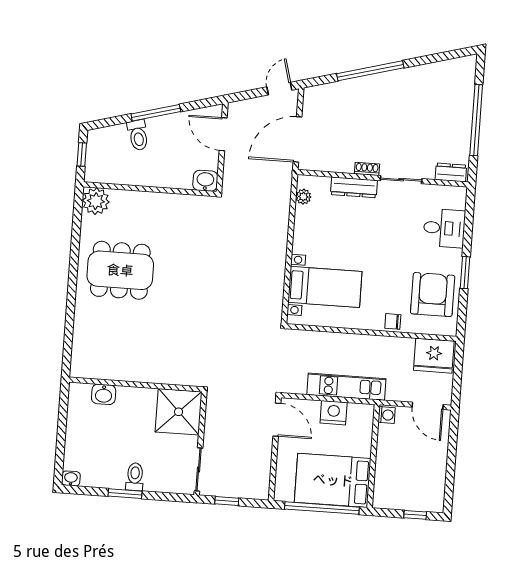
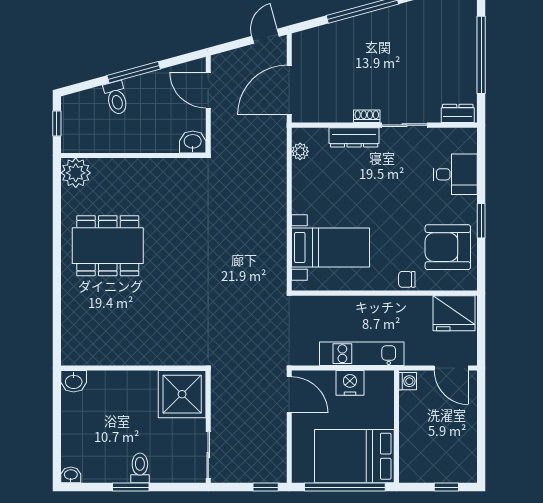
armchair: (433, 295) -> (448, 247), turned -90
washbasin: (104, 394) -> (74, 381), moved
window: (227, 501) -> (266, 487), moved

